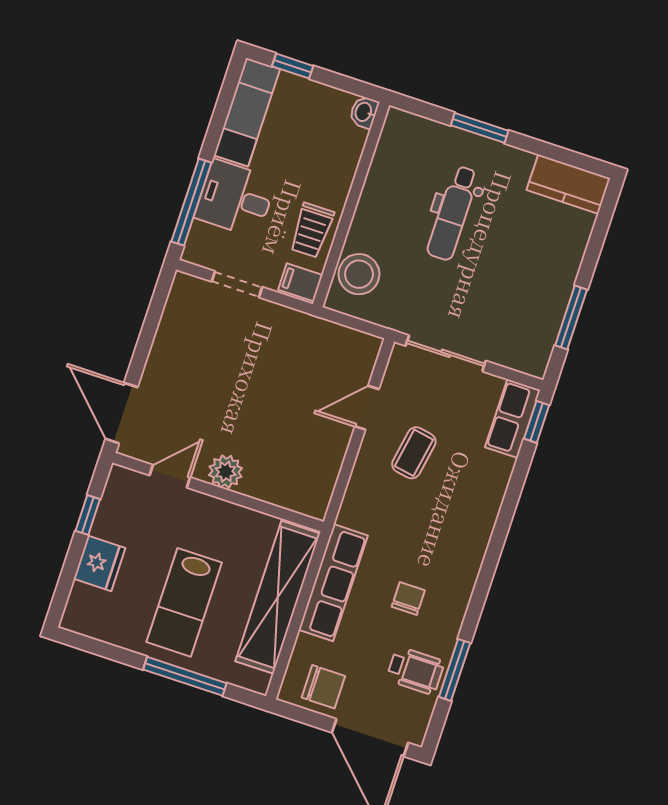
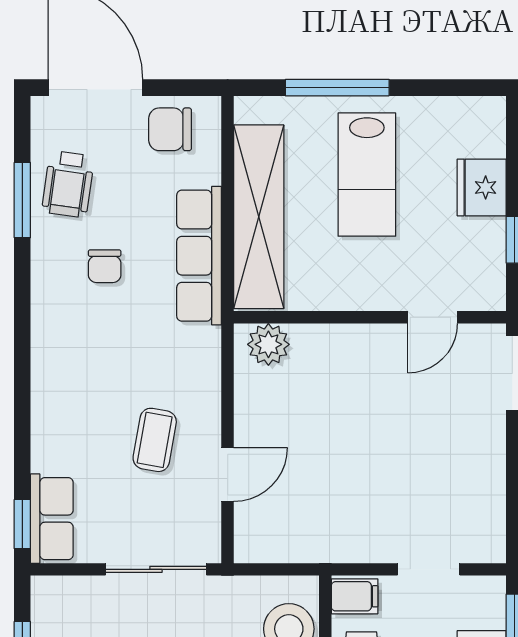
plant: (226, 472) -> (268, 344), moved
lab bench: (184, 602) -> (367, 175), turned 180
wheelchair: (415, 671) -> (68, 184), turned -82

